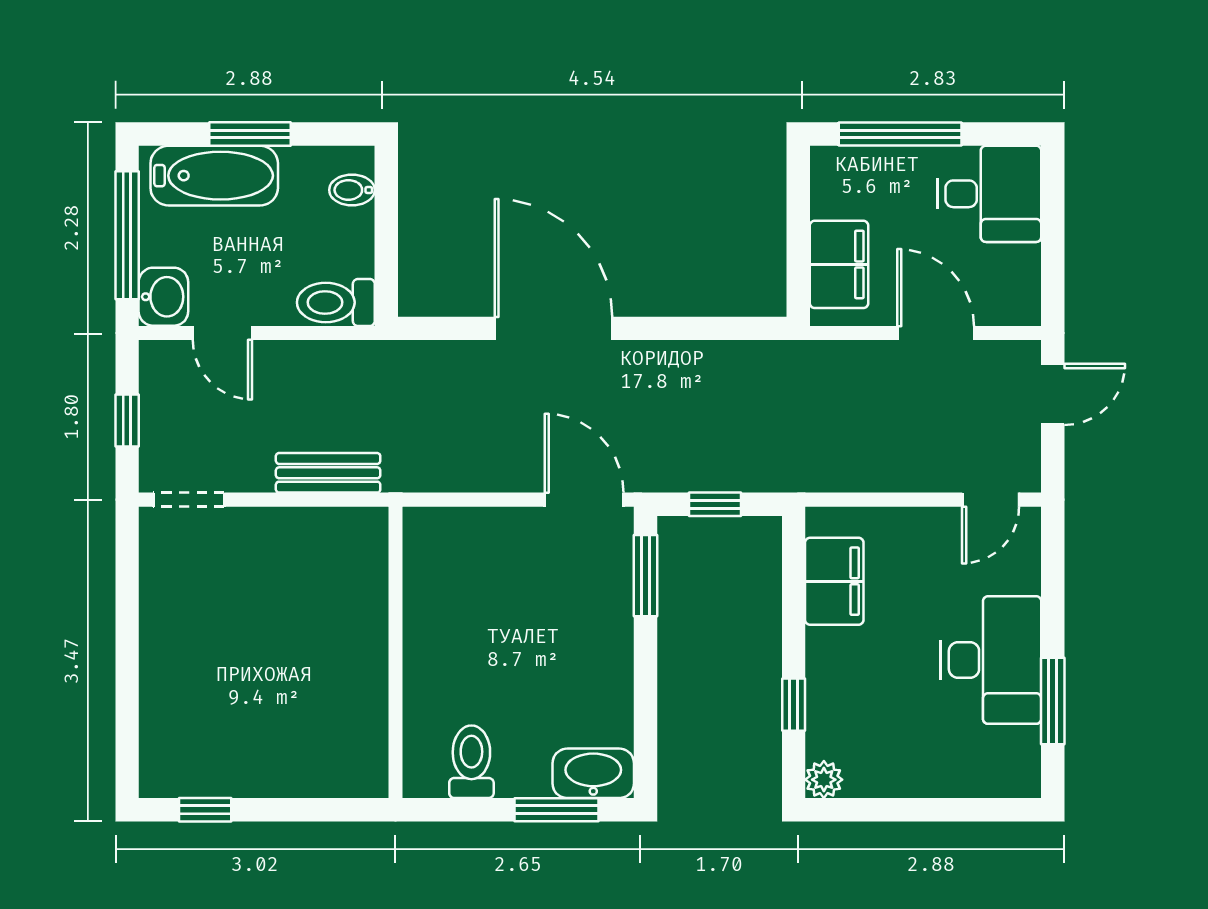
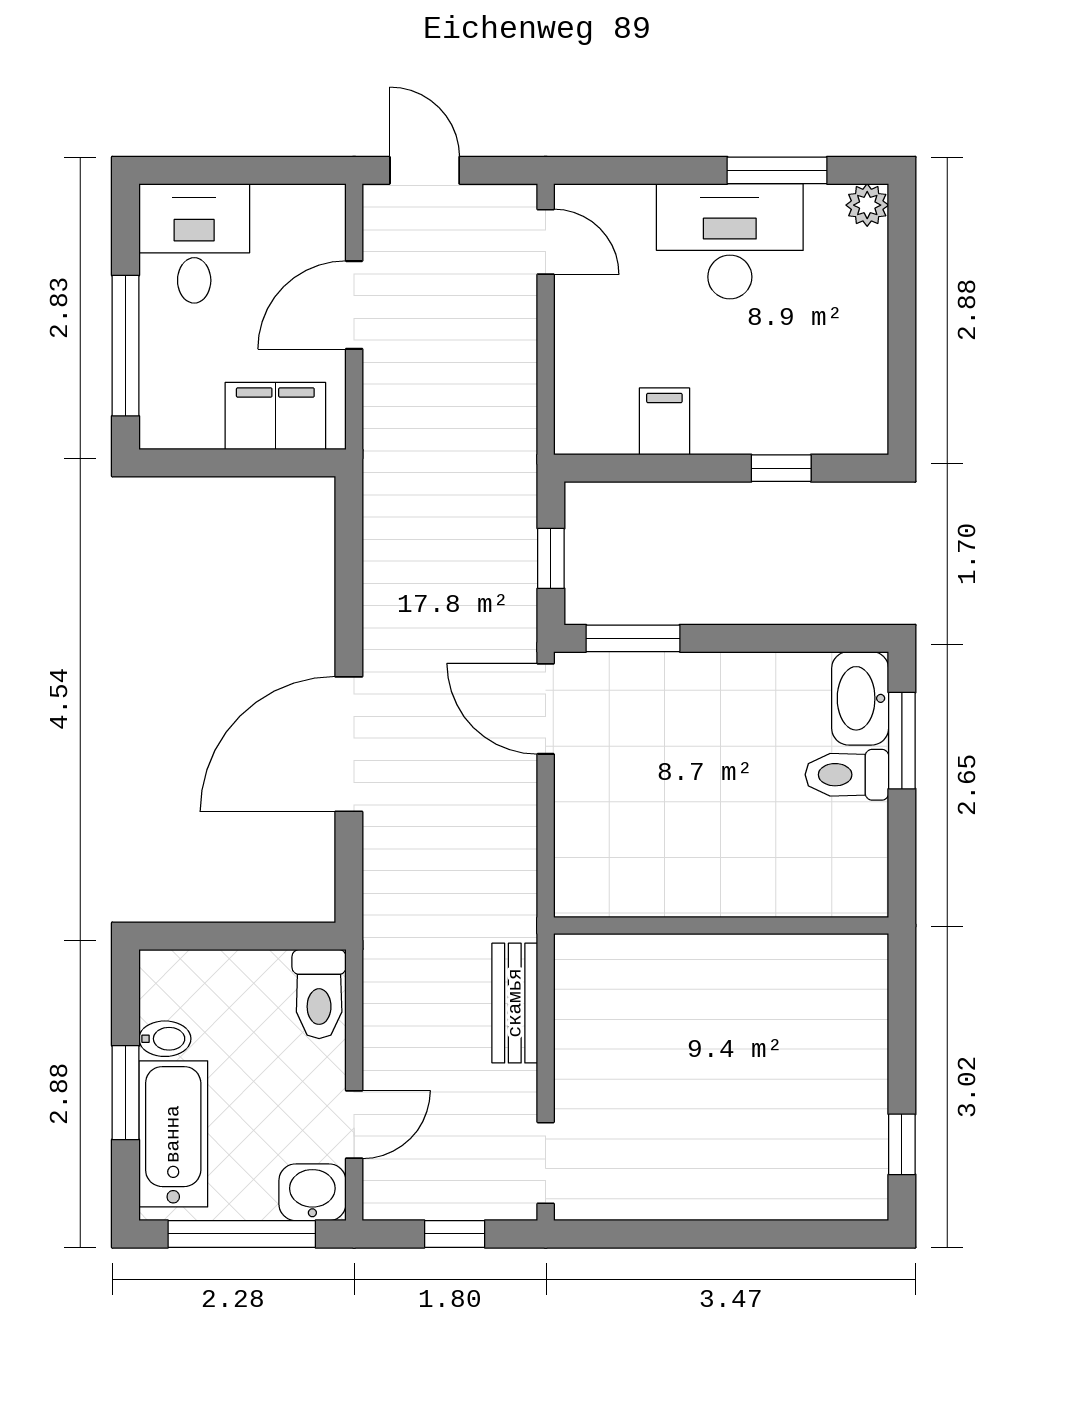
bidet: (352, 190) -> (165, 1039), moved, turned -90
door: (584, 500) -> (546, 709), hinge flipped
filing cabinet: (834, 581) -> (664, 421), width x0.50
toilet: (471, 762) -> (847, 775), moved
plant: (824, 780) -> (867, 205), moved

